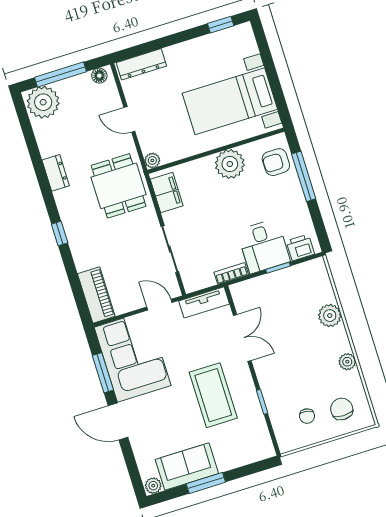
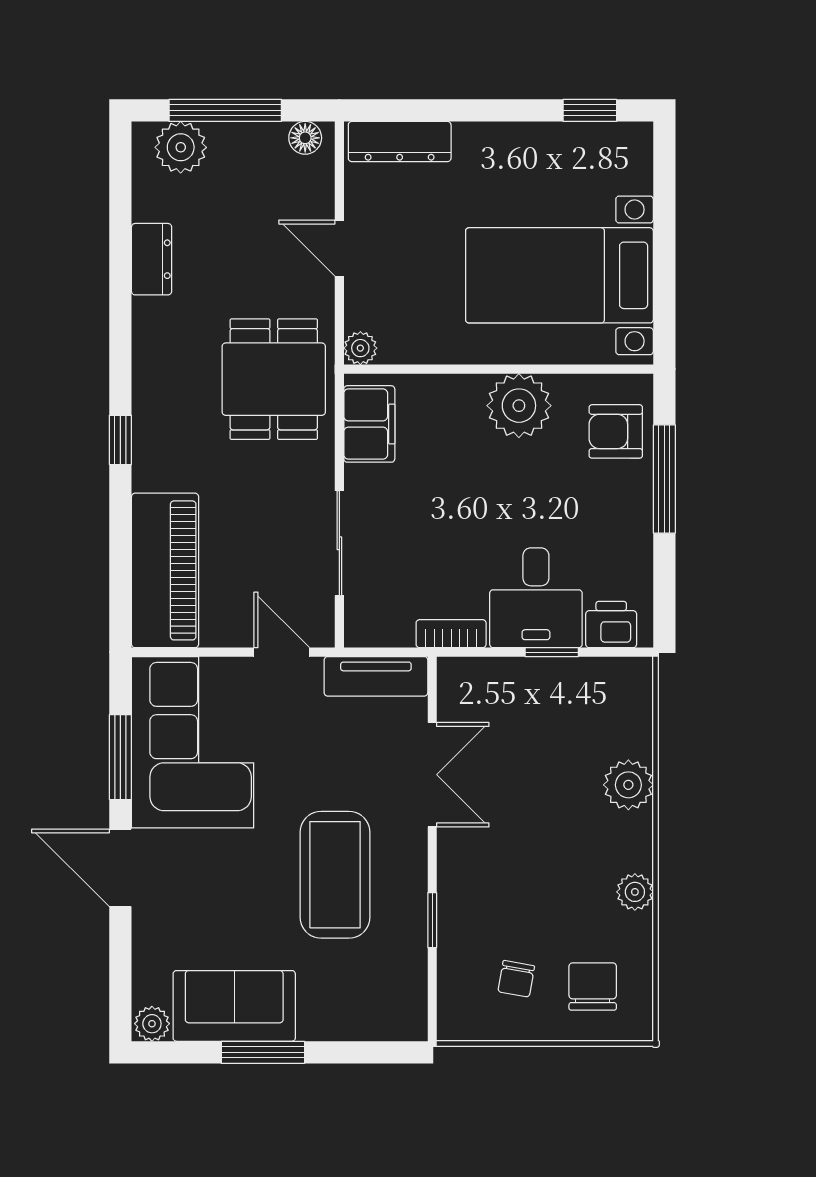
plant: (43, 102) -> (181, 147), width x0.73, depth x0.73
dresser: (56, 173) -> (152, 259), moved
piano: (96, 295) -> (165, 570), width x1.37, depth x1.33

